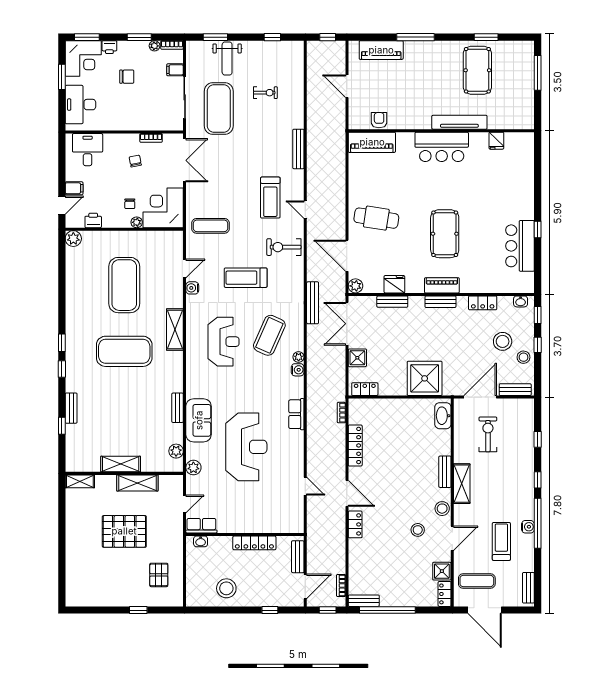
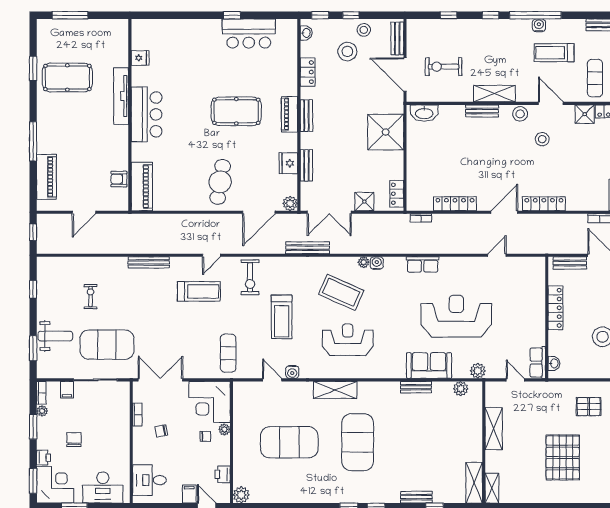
shelving: (121, 464) -> (474, 483), moved
locker: (355, 524) -> (544, 204), width x1.53
pallet: (124, 531) -> (563, 457), moved

